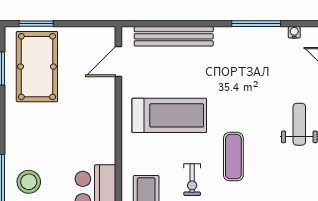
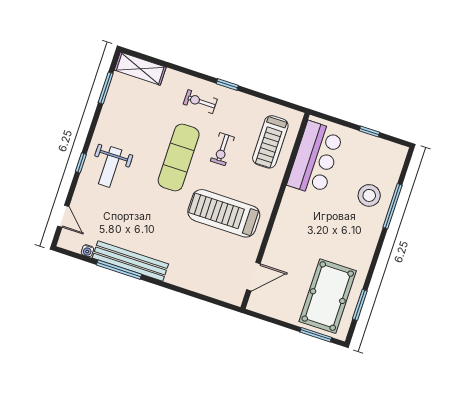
bench: (174, 36) -> (130, 261), moved
exercise mat: (233, 157) -> (179, 157), width x1.36, depth x1.45
exercise bike: (192, 180) -> (222, 149), turned 180

